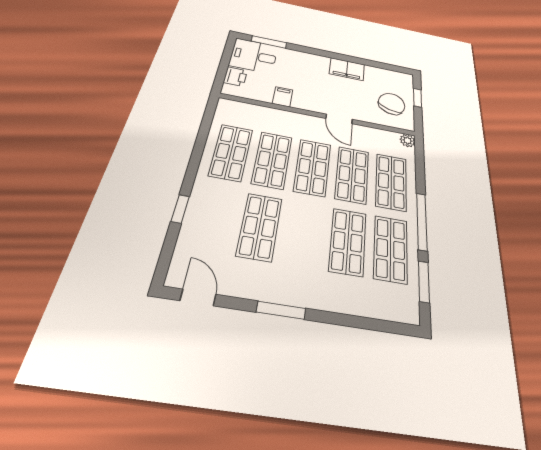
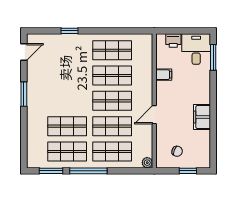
chair: (392, 104) -> (177, 151), width x0.54, depth x0.54
shop shelf: (260, 227) -> (67, 76), removed

